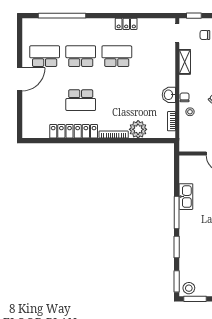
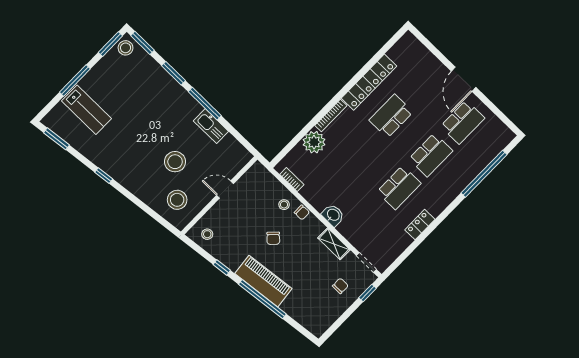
washbasin: (169, 95) -> (333, 215), moved

